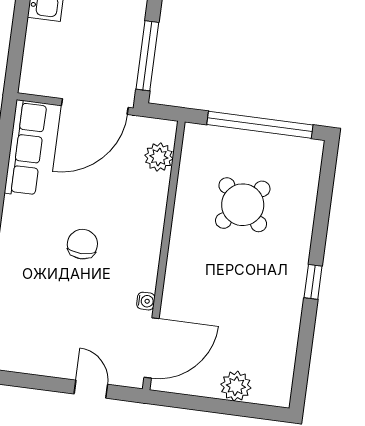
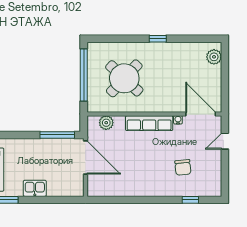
row of seats: (25, 148) -> (149, 123), moved, turned 180
round table: (243, 205) -> (124, 78), width x1.36, depth x1.36
chair: (82, 244) -> (183, 167), moved, turned -96
plant: (236, 386) -> (214, 57), moved

